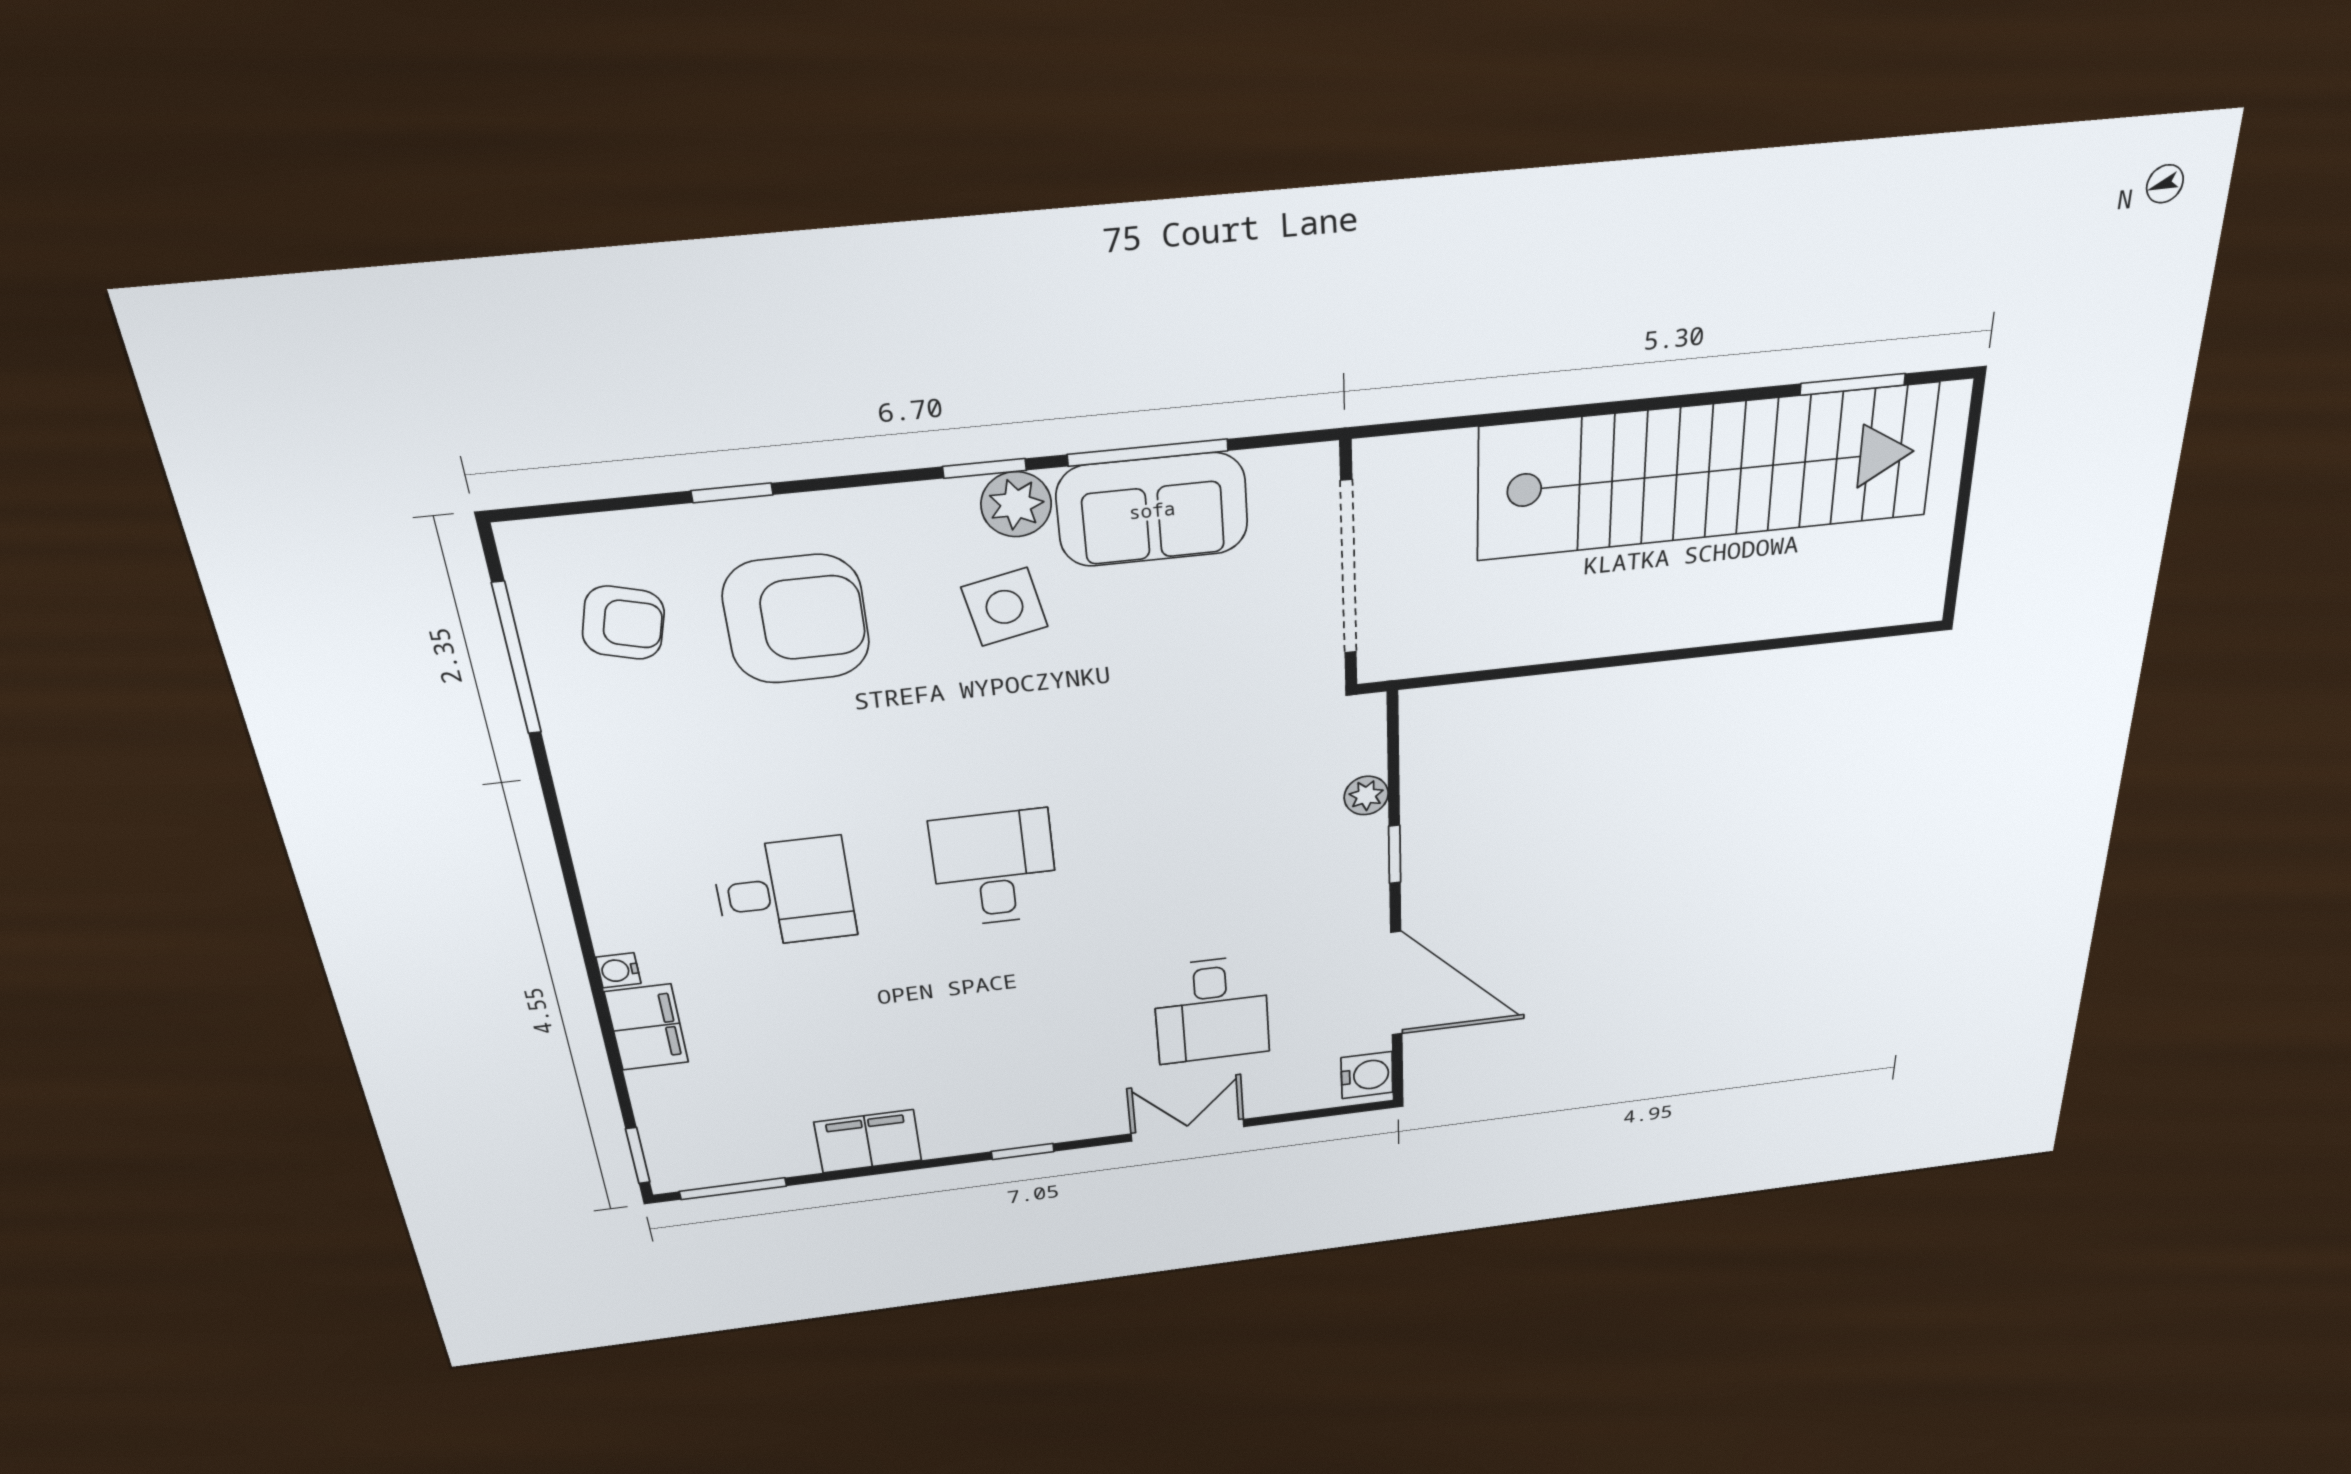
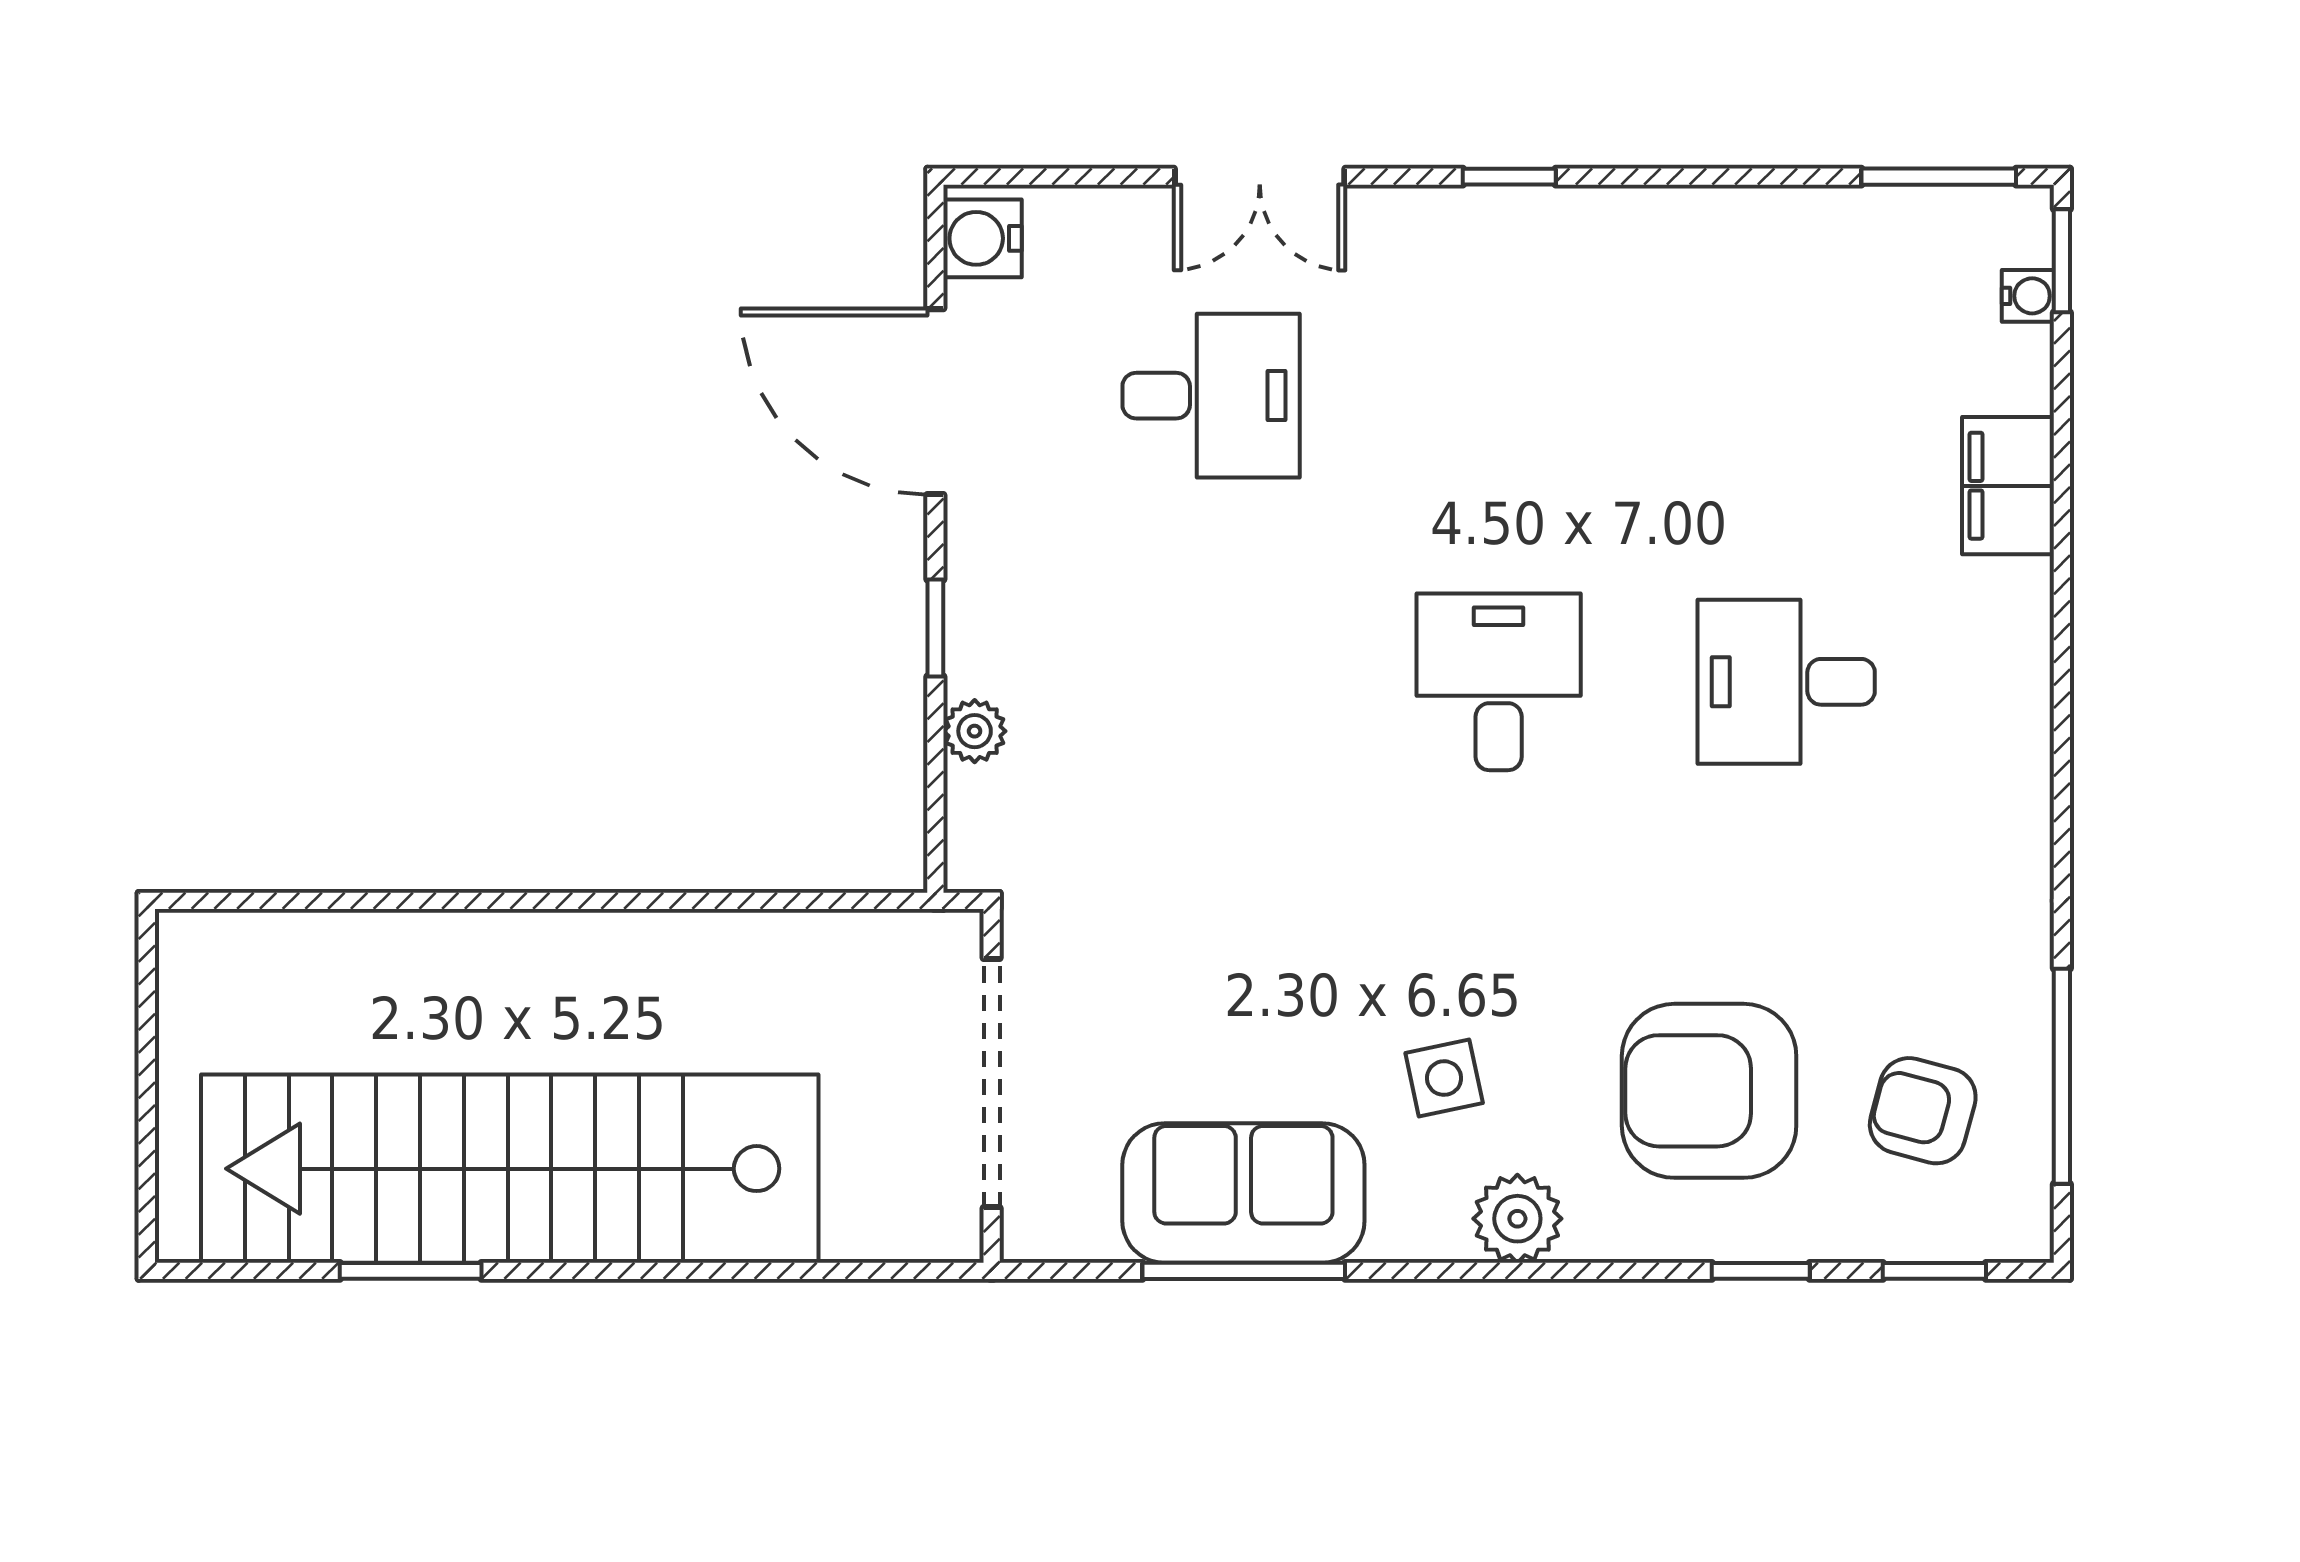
window: (1853, 384) -> (411, 1271), moved
window: (985, 468) -> (1934, 1271), moved
plant: (1016, 504) -> (1517, 1219), moved
side table: (1004, 607) -> (1444, 1078), width x0.73, depth x0.73
desk: (994, 868) -> (1499, 682), turned 180
water cooler: (618, 970) -> (2028, 296), moved
desk: (1212, 1010) -> (1211, 396), turned 90
filing cabinet: (868, 1141) -> (1733, 233), removed

